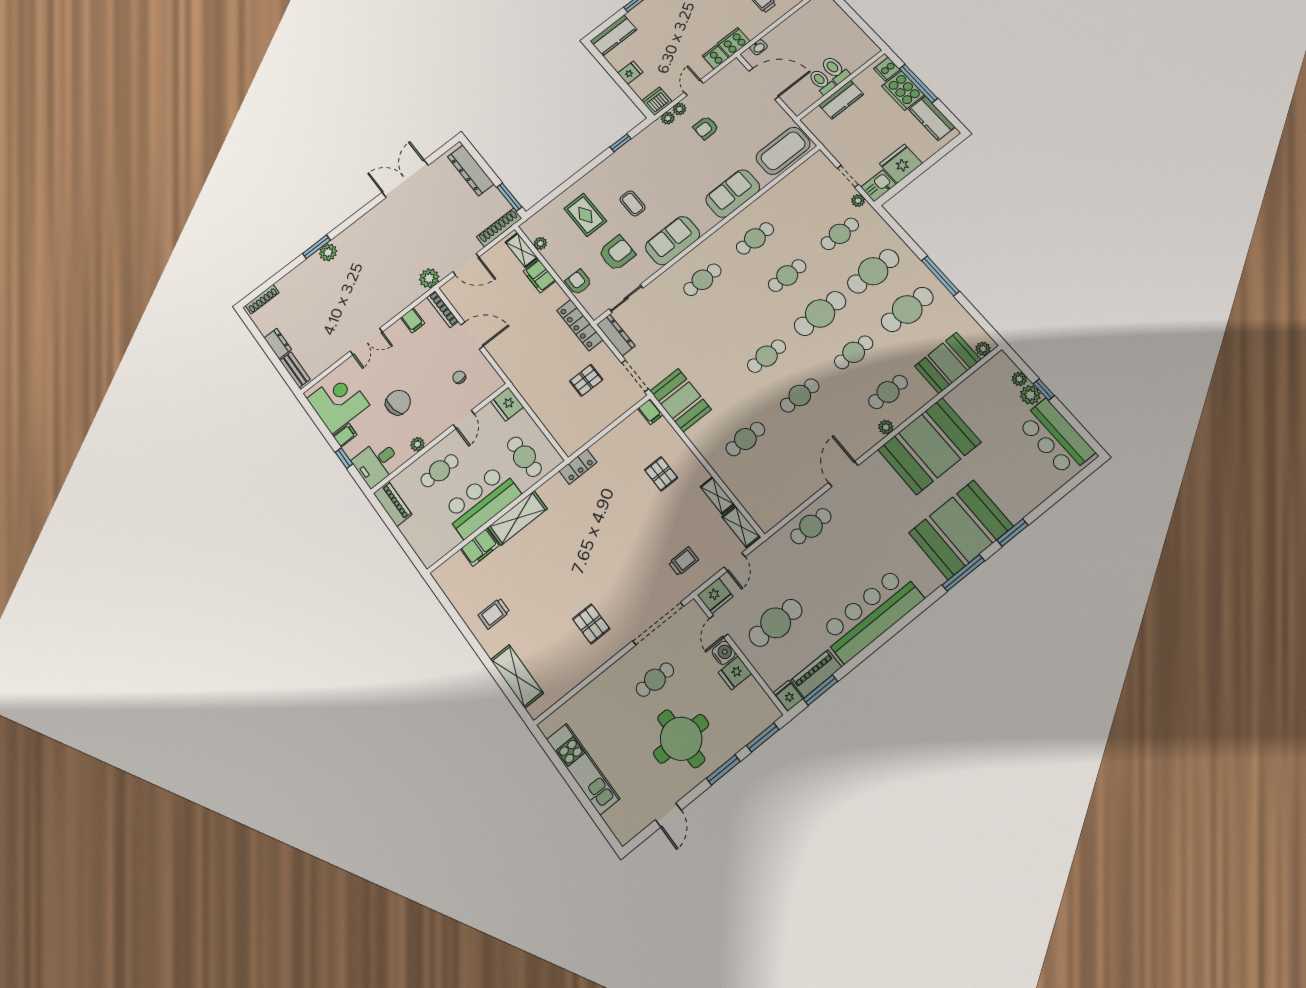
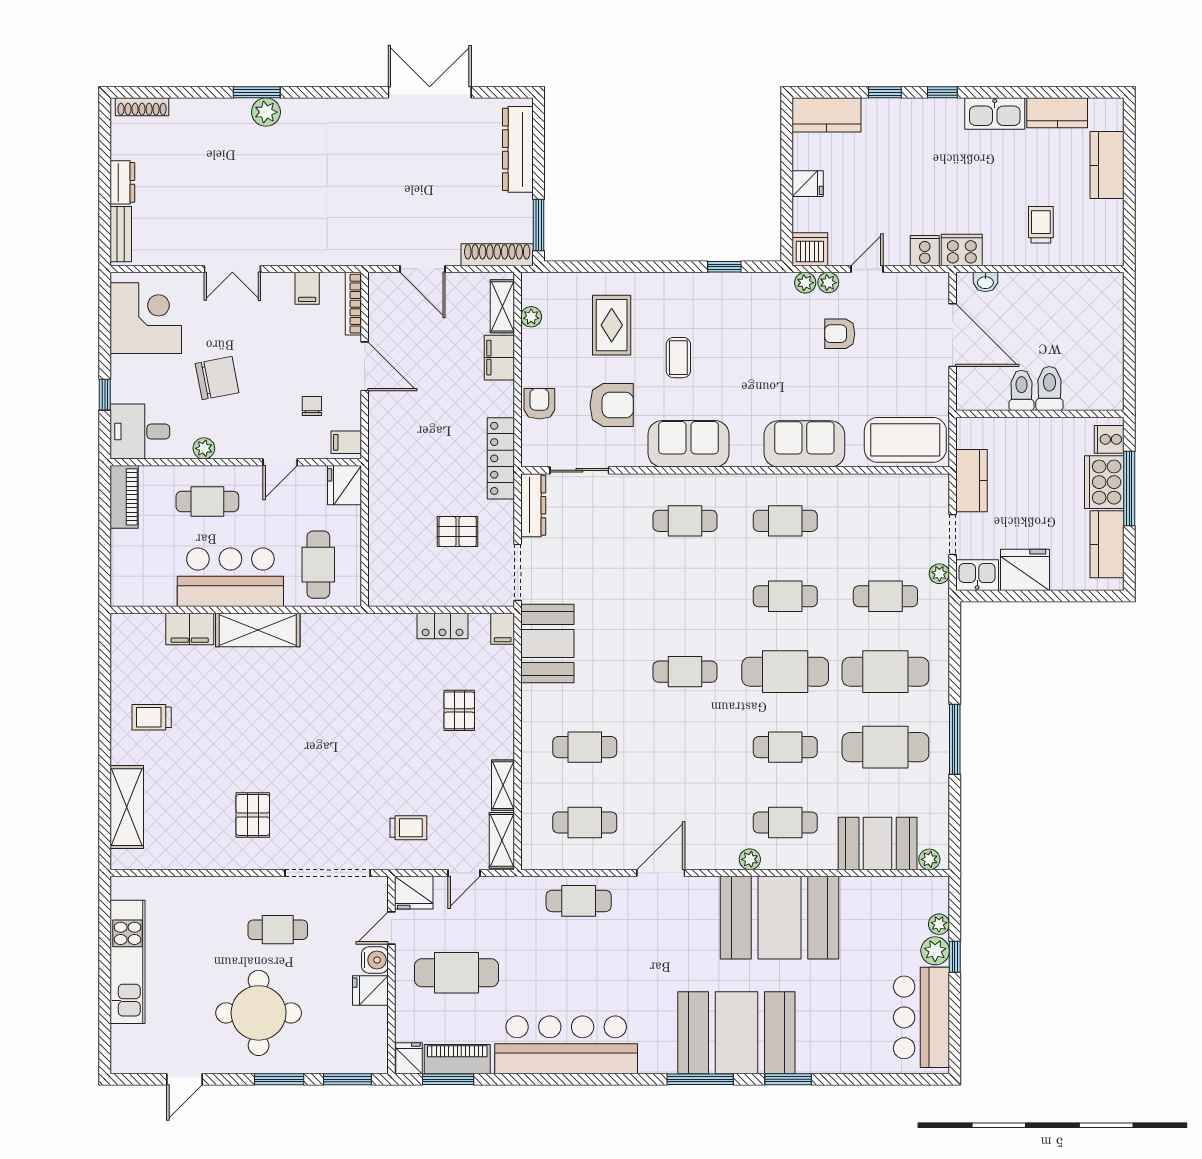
kitchen counter: (841, 100) -> (971, 481), moved, turned -90
plant: (429, 278) -> (366, 250), removed
cafe table: (800, 395) -> (585, 823), moved
filing cabinet: (345, 435) -> (346, 442), moved, turned 180
locker: (578, 467) -> (443, 626), moved

